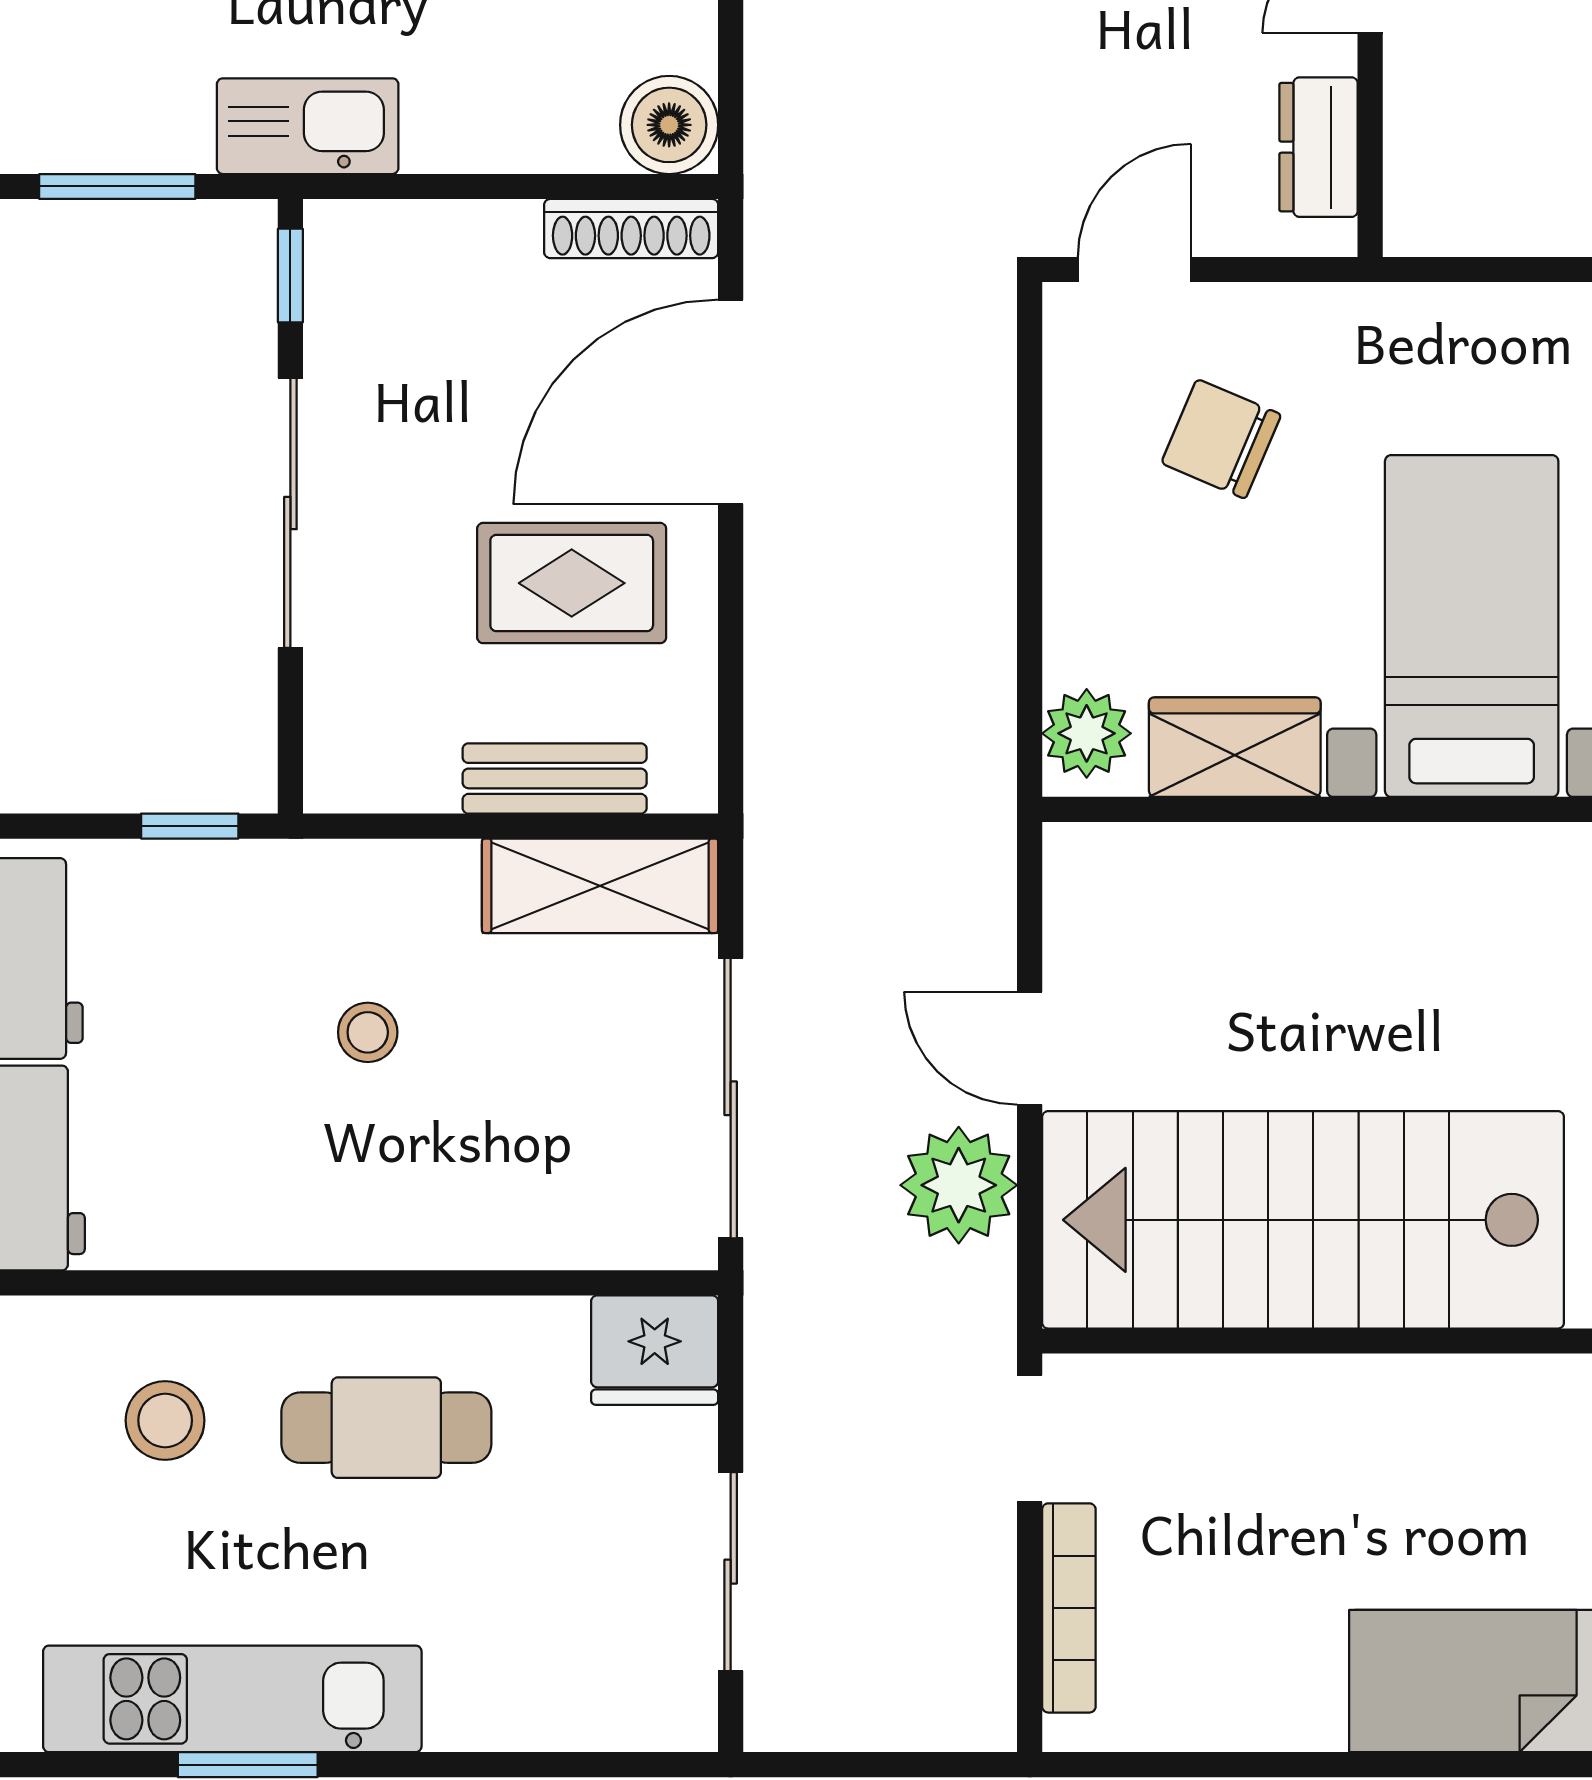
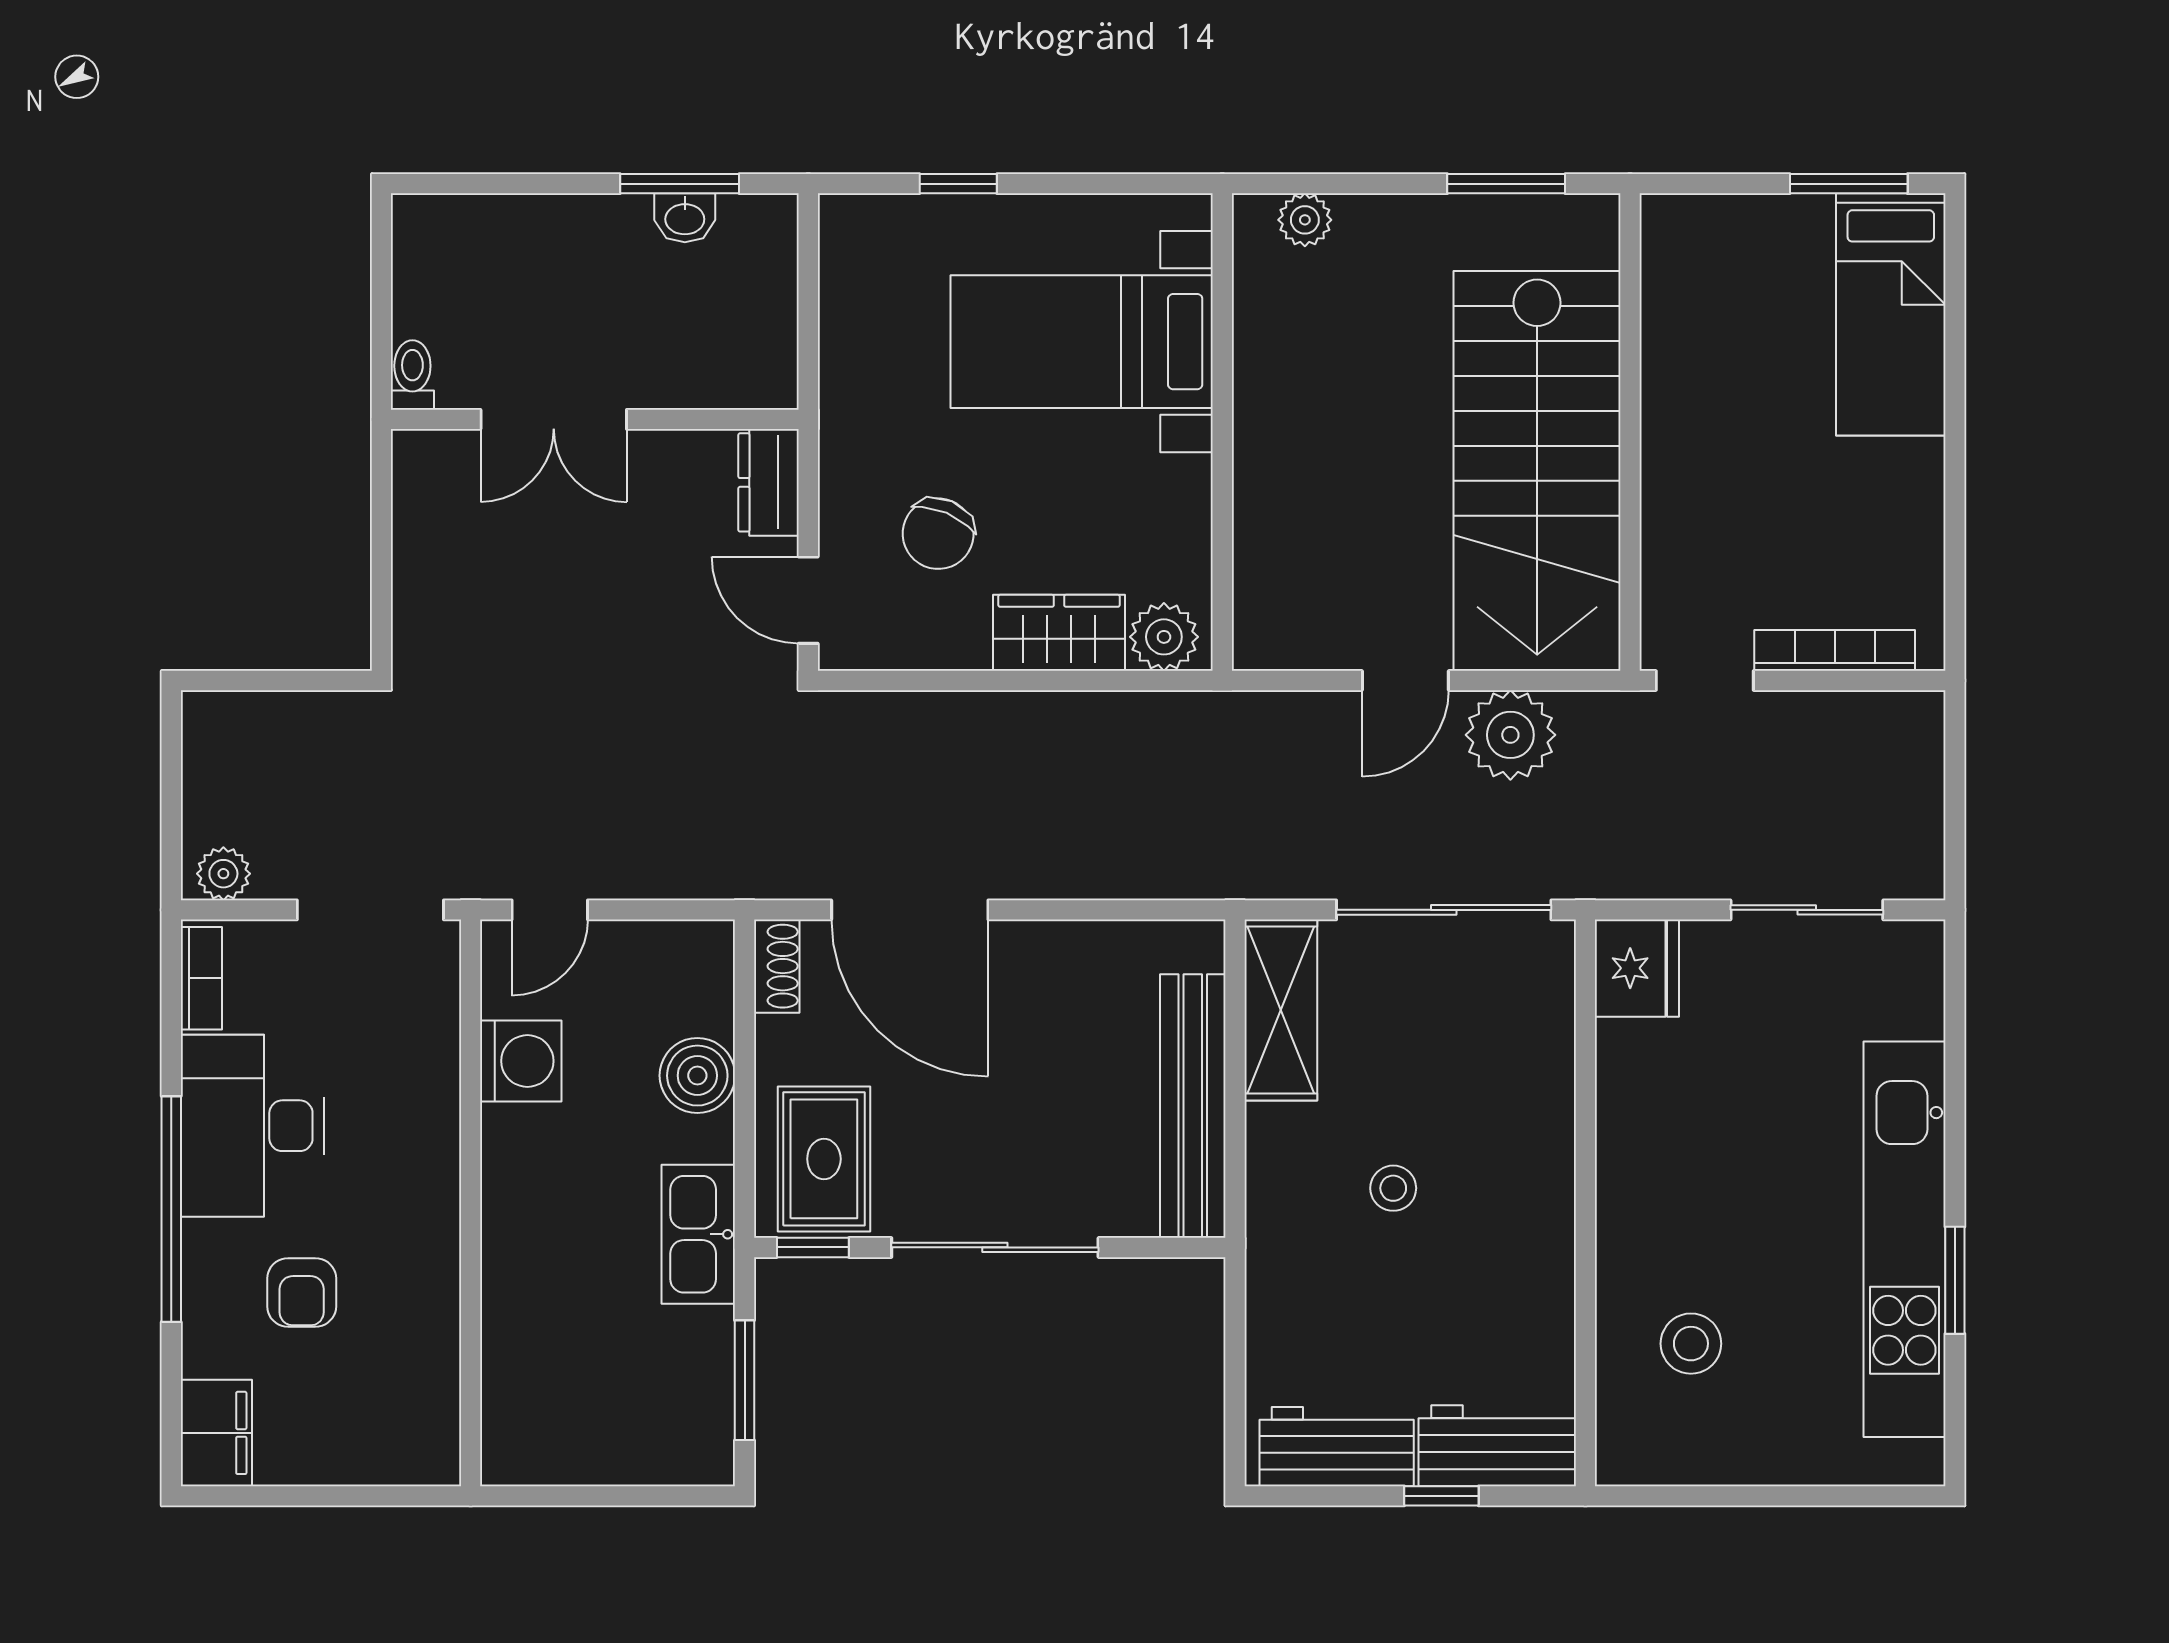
boiler: (669, 125) -> (697, 1076), moved
dresser: (1319, 147) -> (769, 482), moved, turned 90
shoe rack: (631, 229) -> (777, 966), width x0.70
rug: (572, 583) -> (824, 1159), moved
wardrobe: (1235, 747) -> (1059, 633), moved, turned 90
bench: (555, 778) -> (1193, 1106), width x1.86, depth x1.21
window: (190, 826) -> (1235, 1325), removed
cafe table: (386, 1428) -> (1696, 1174), removed
kitchen unit: (232, 1699) -> (1904, 1239), width x1.36

